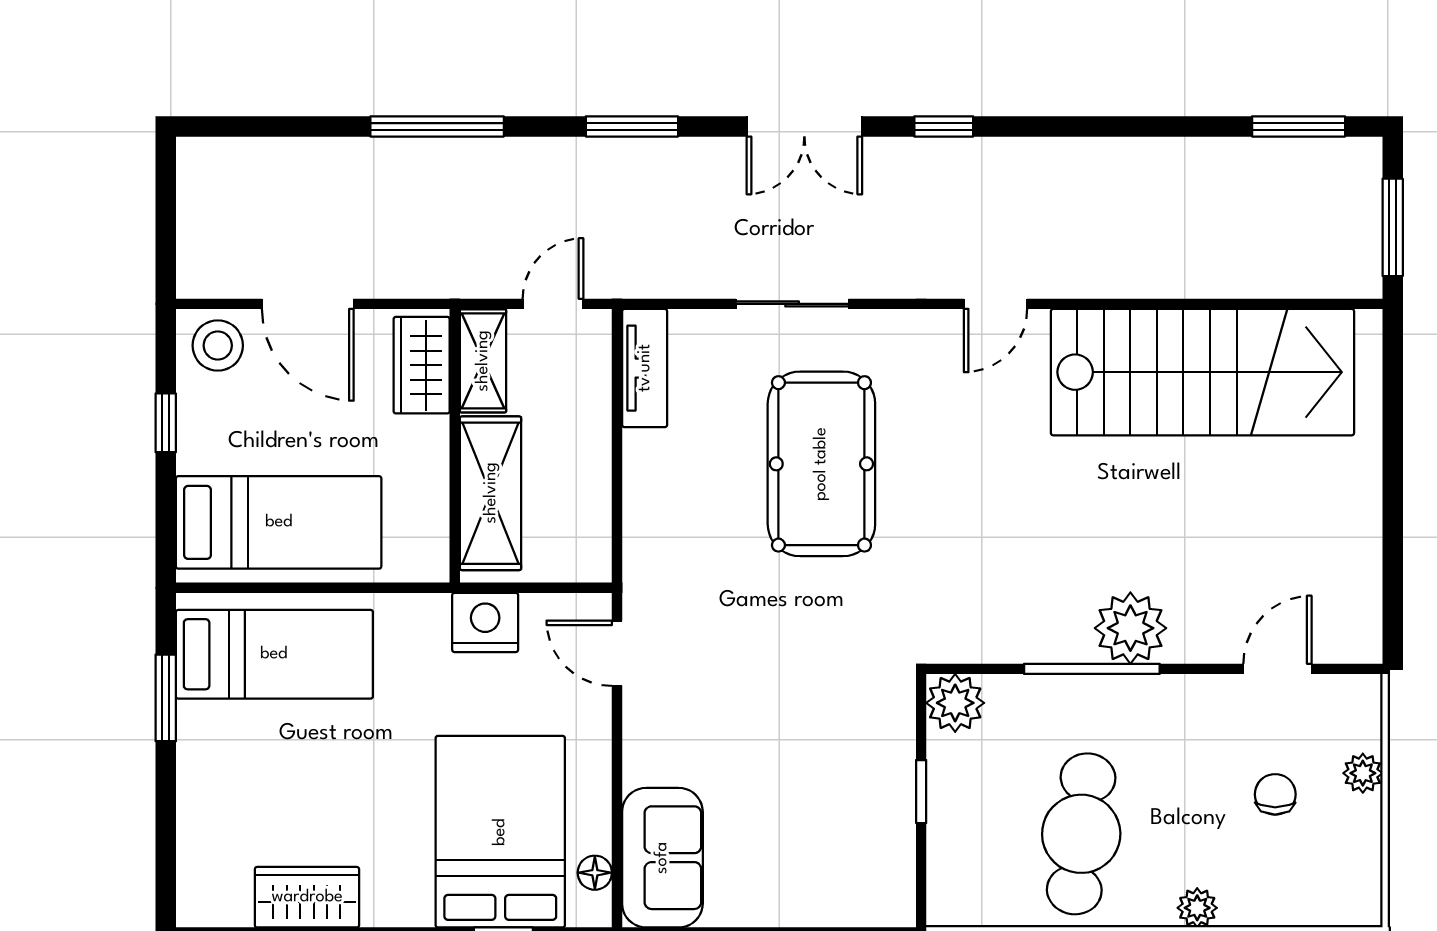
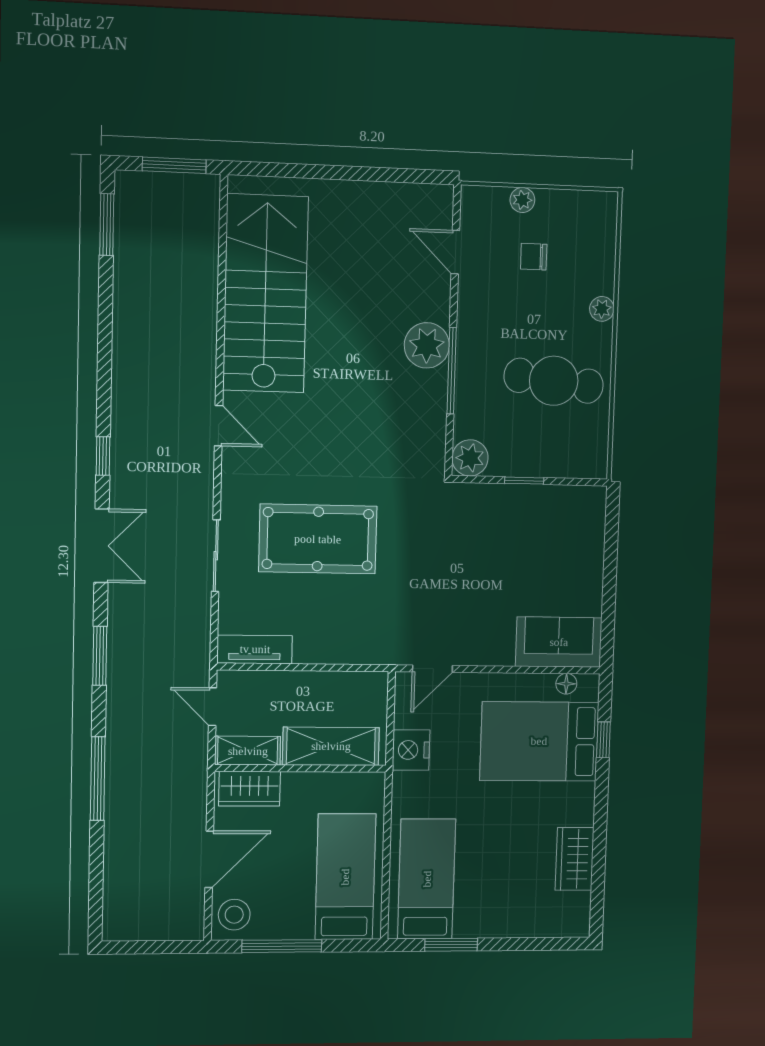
window: (166, 423) -> (282, 946), width x2.17

